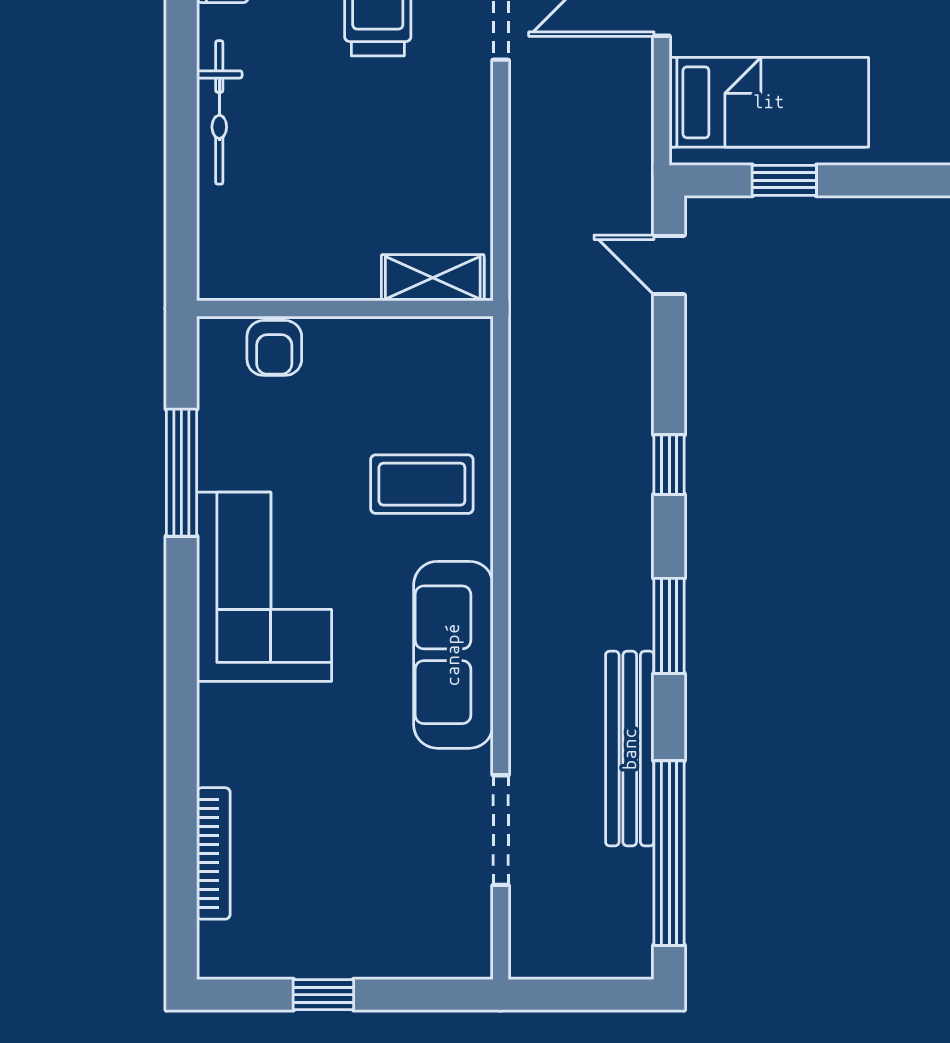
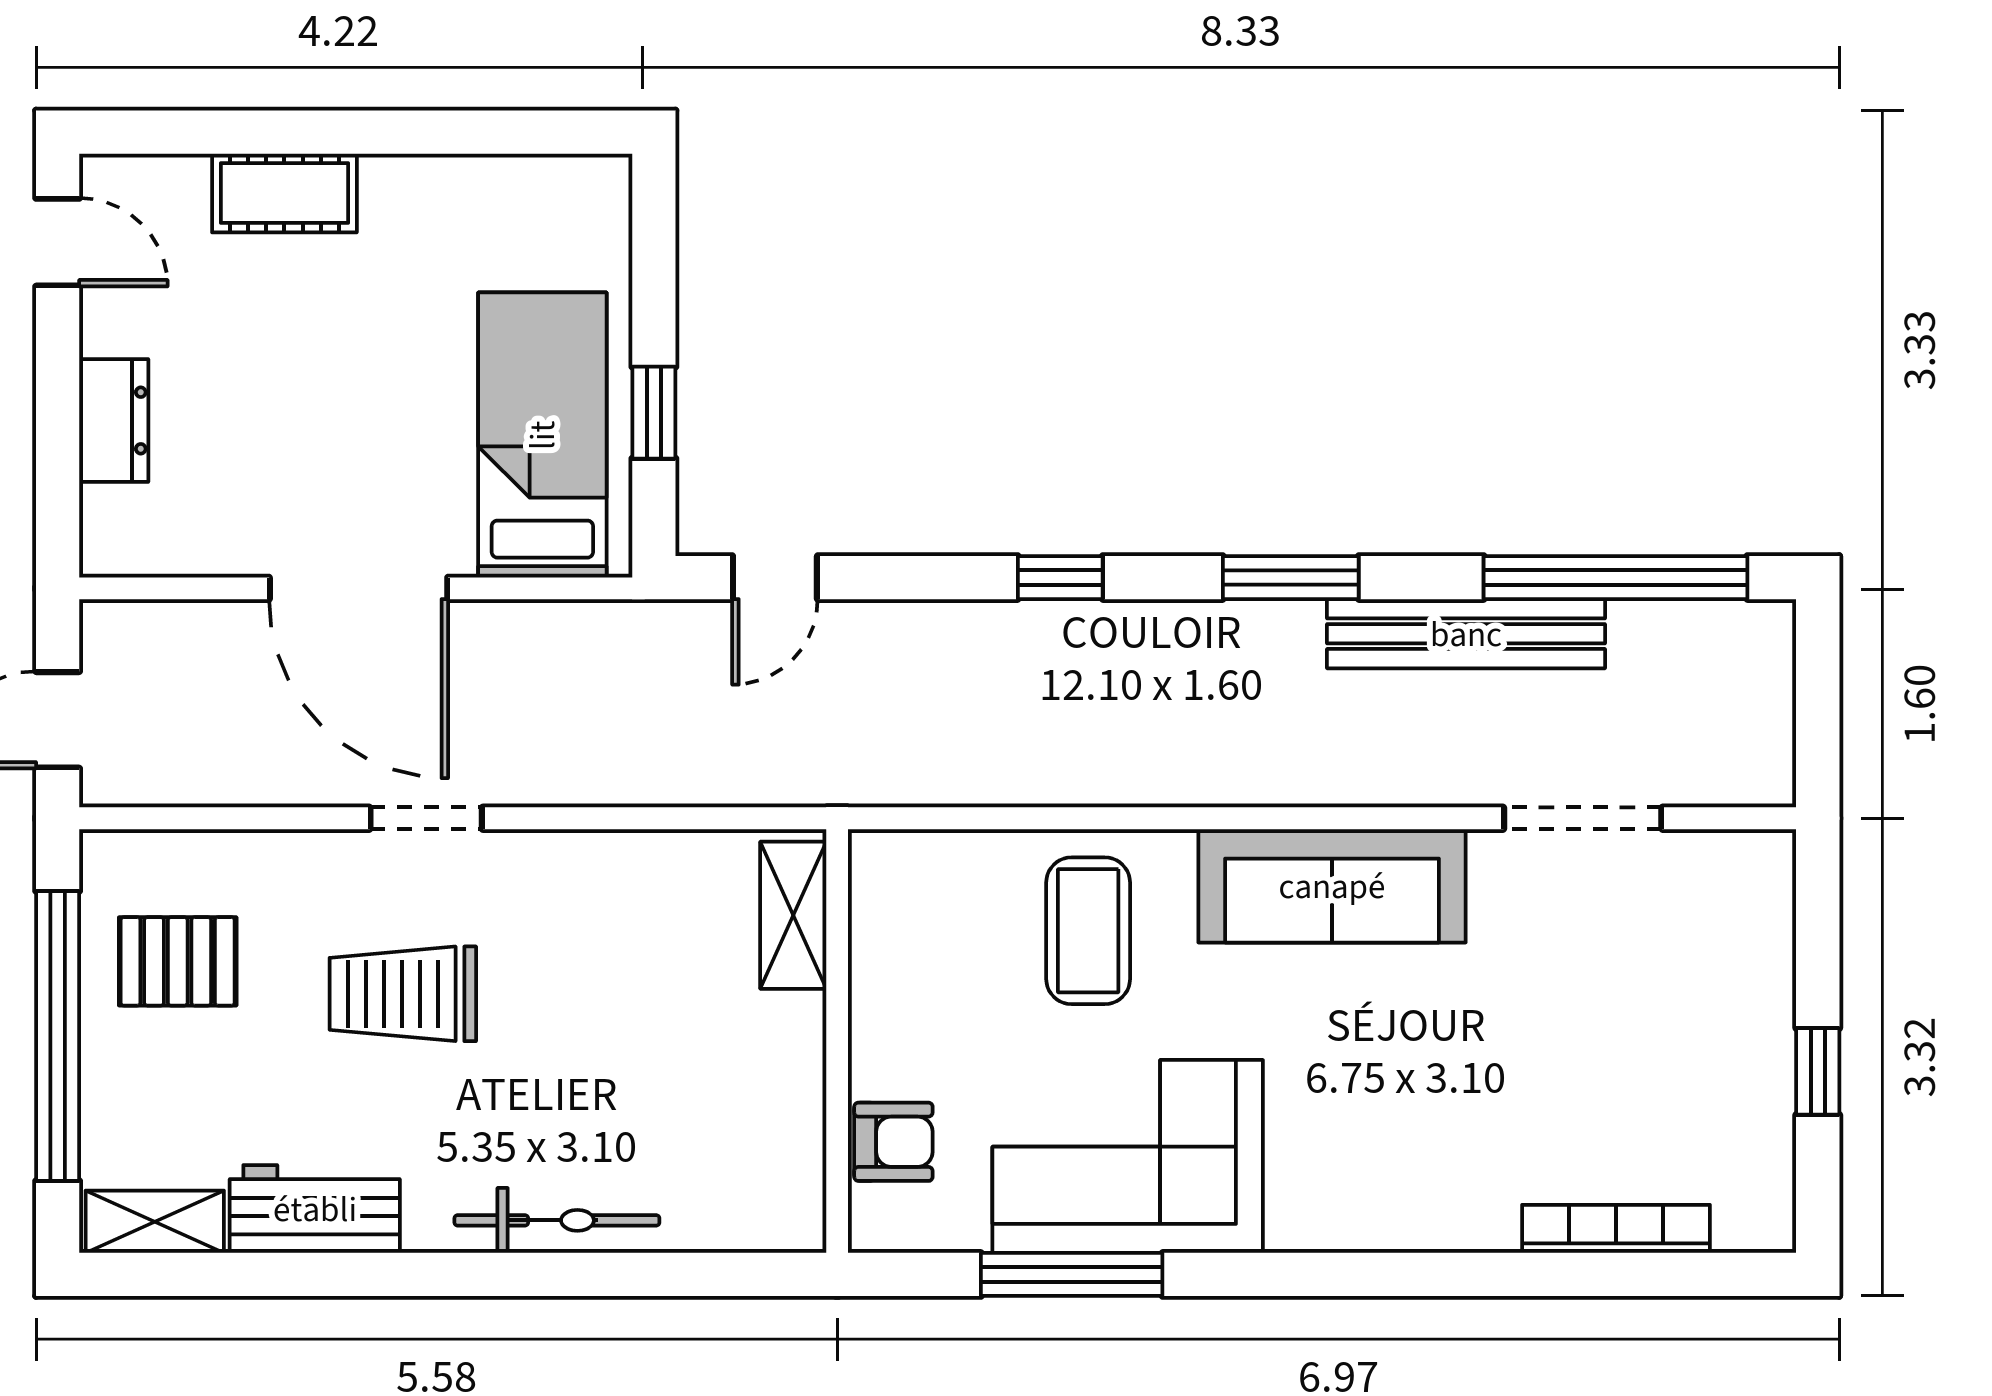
corner sofa: (264, 587) -> (1128, 1156), moved

